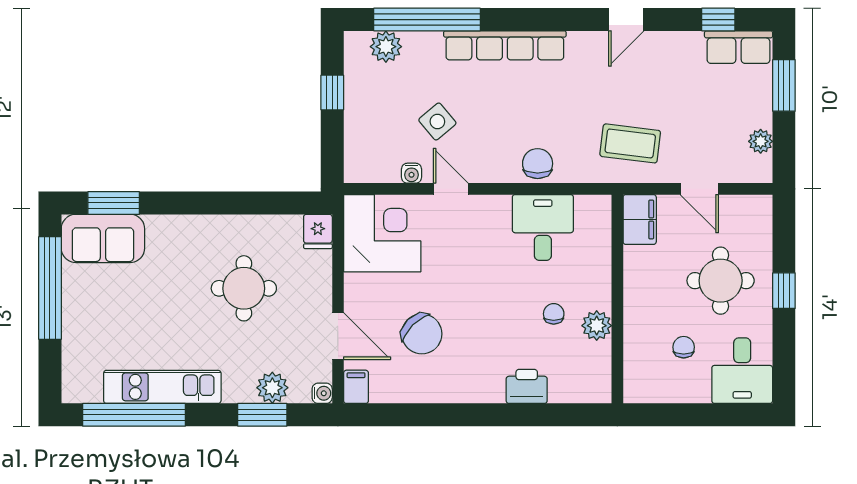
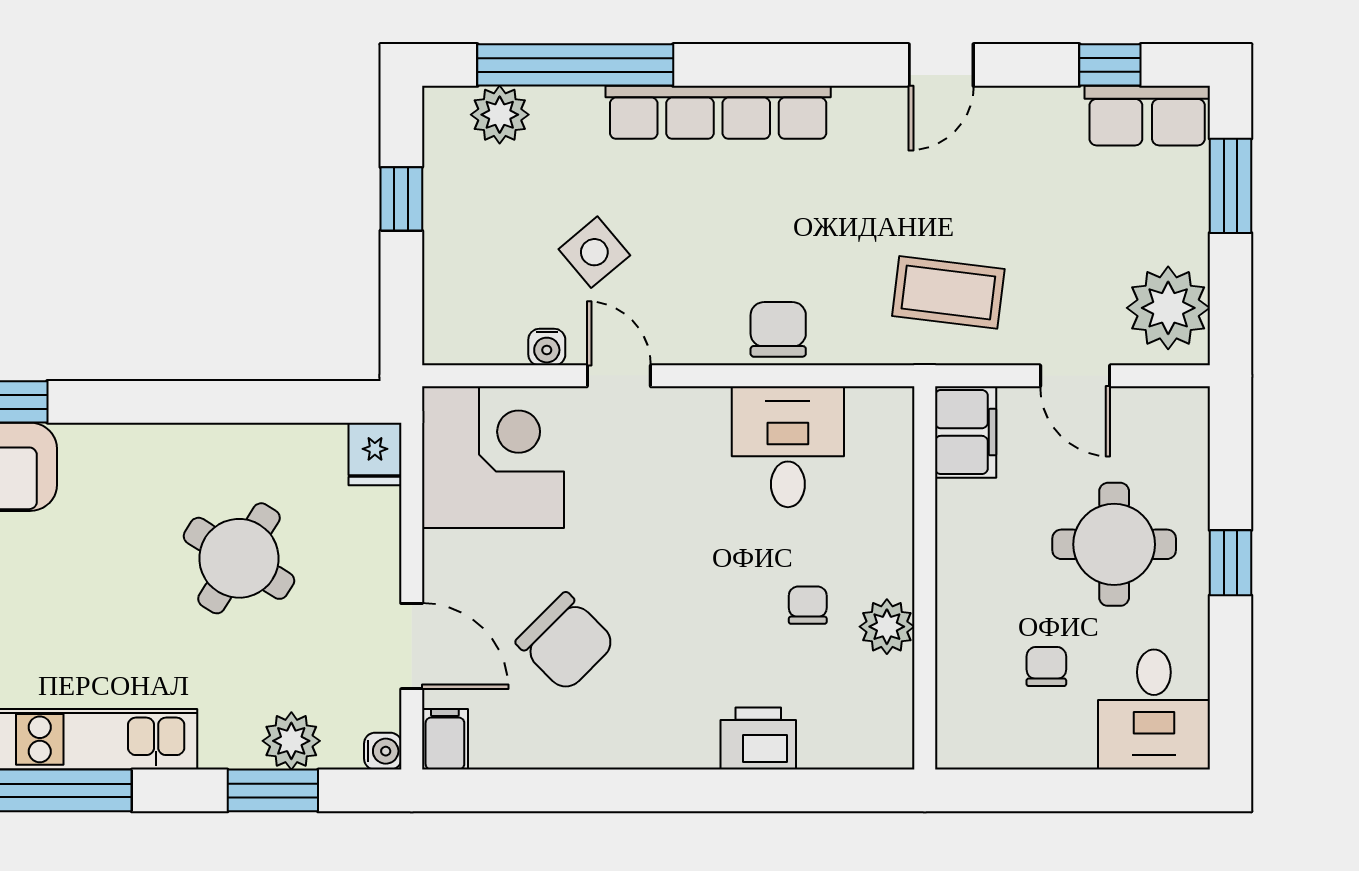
plant: (761, 141) -> (1168, 308), width x1.88, depth x1.88
round table: (244, 288) -> (239, 558), turned 32

